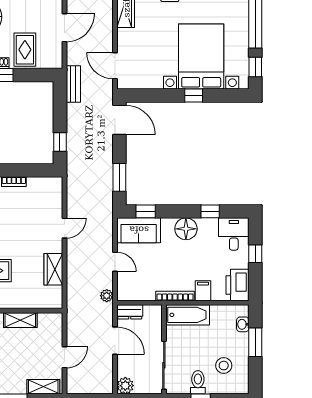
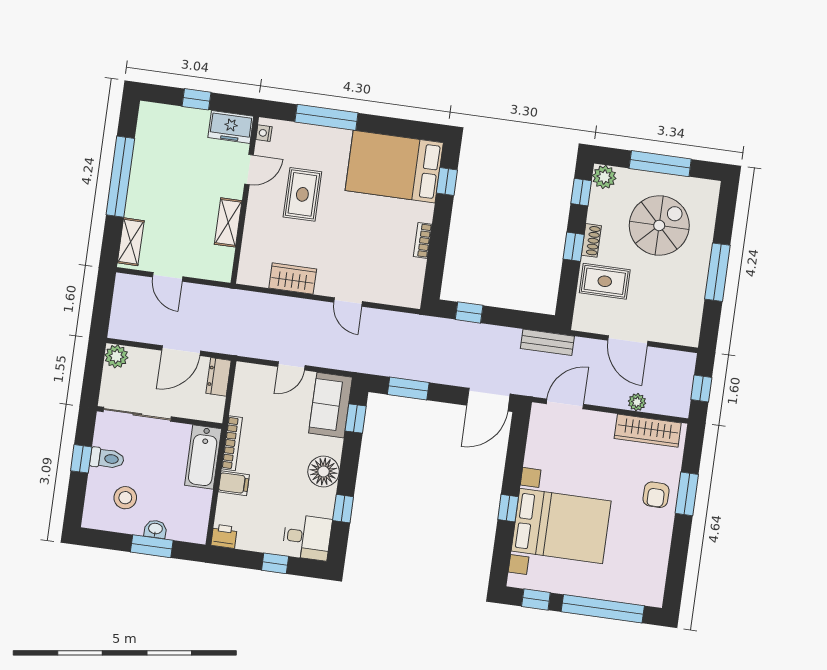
printer: (238, 285) -> (224, 536), width x0.53, depth x0.68
plant: (107, 296) -> (637, 402), moved
washbasin: (243, 324) -> (155, 529), moved

